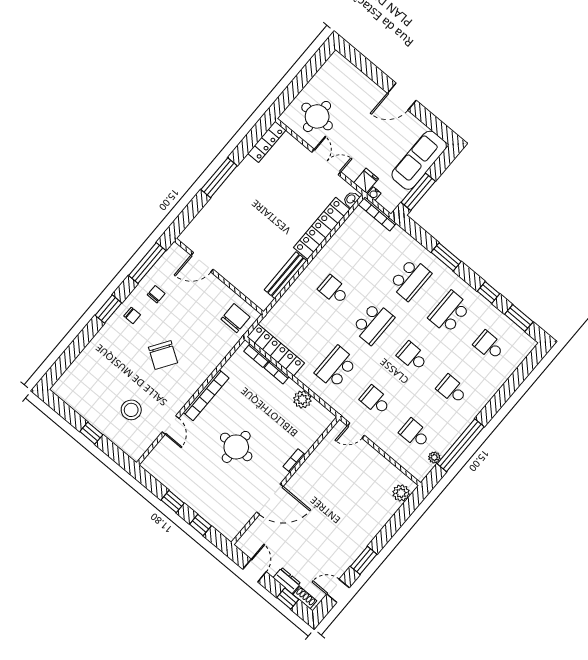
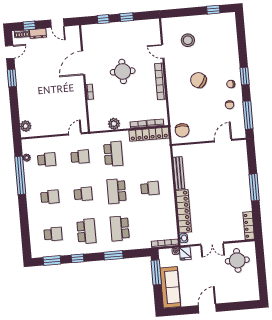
window: (91, 433) -> (213, 10), moved

